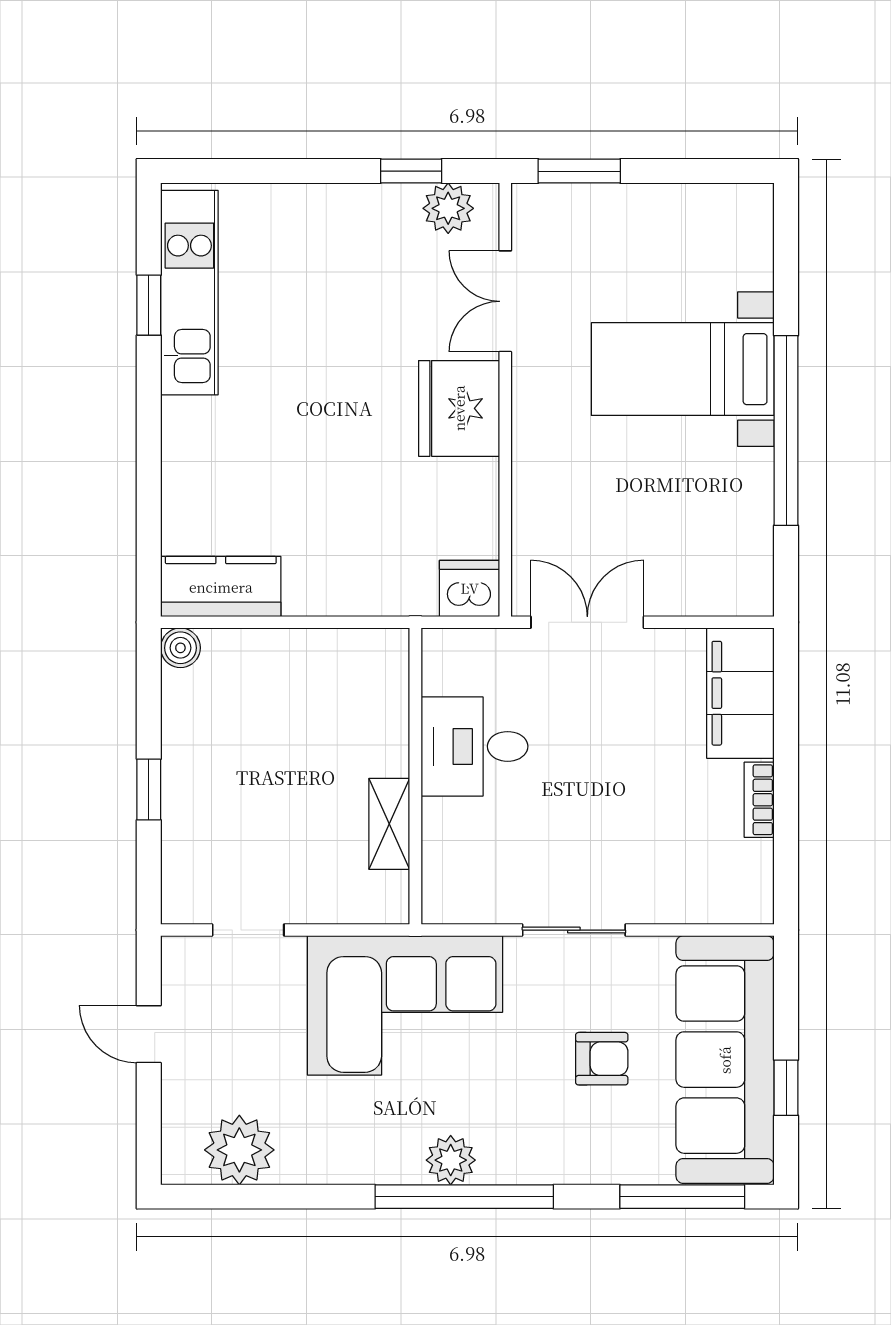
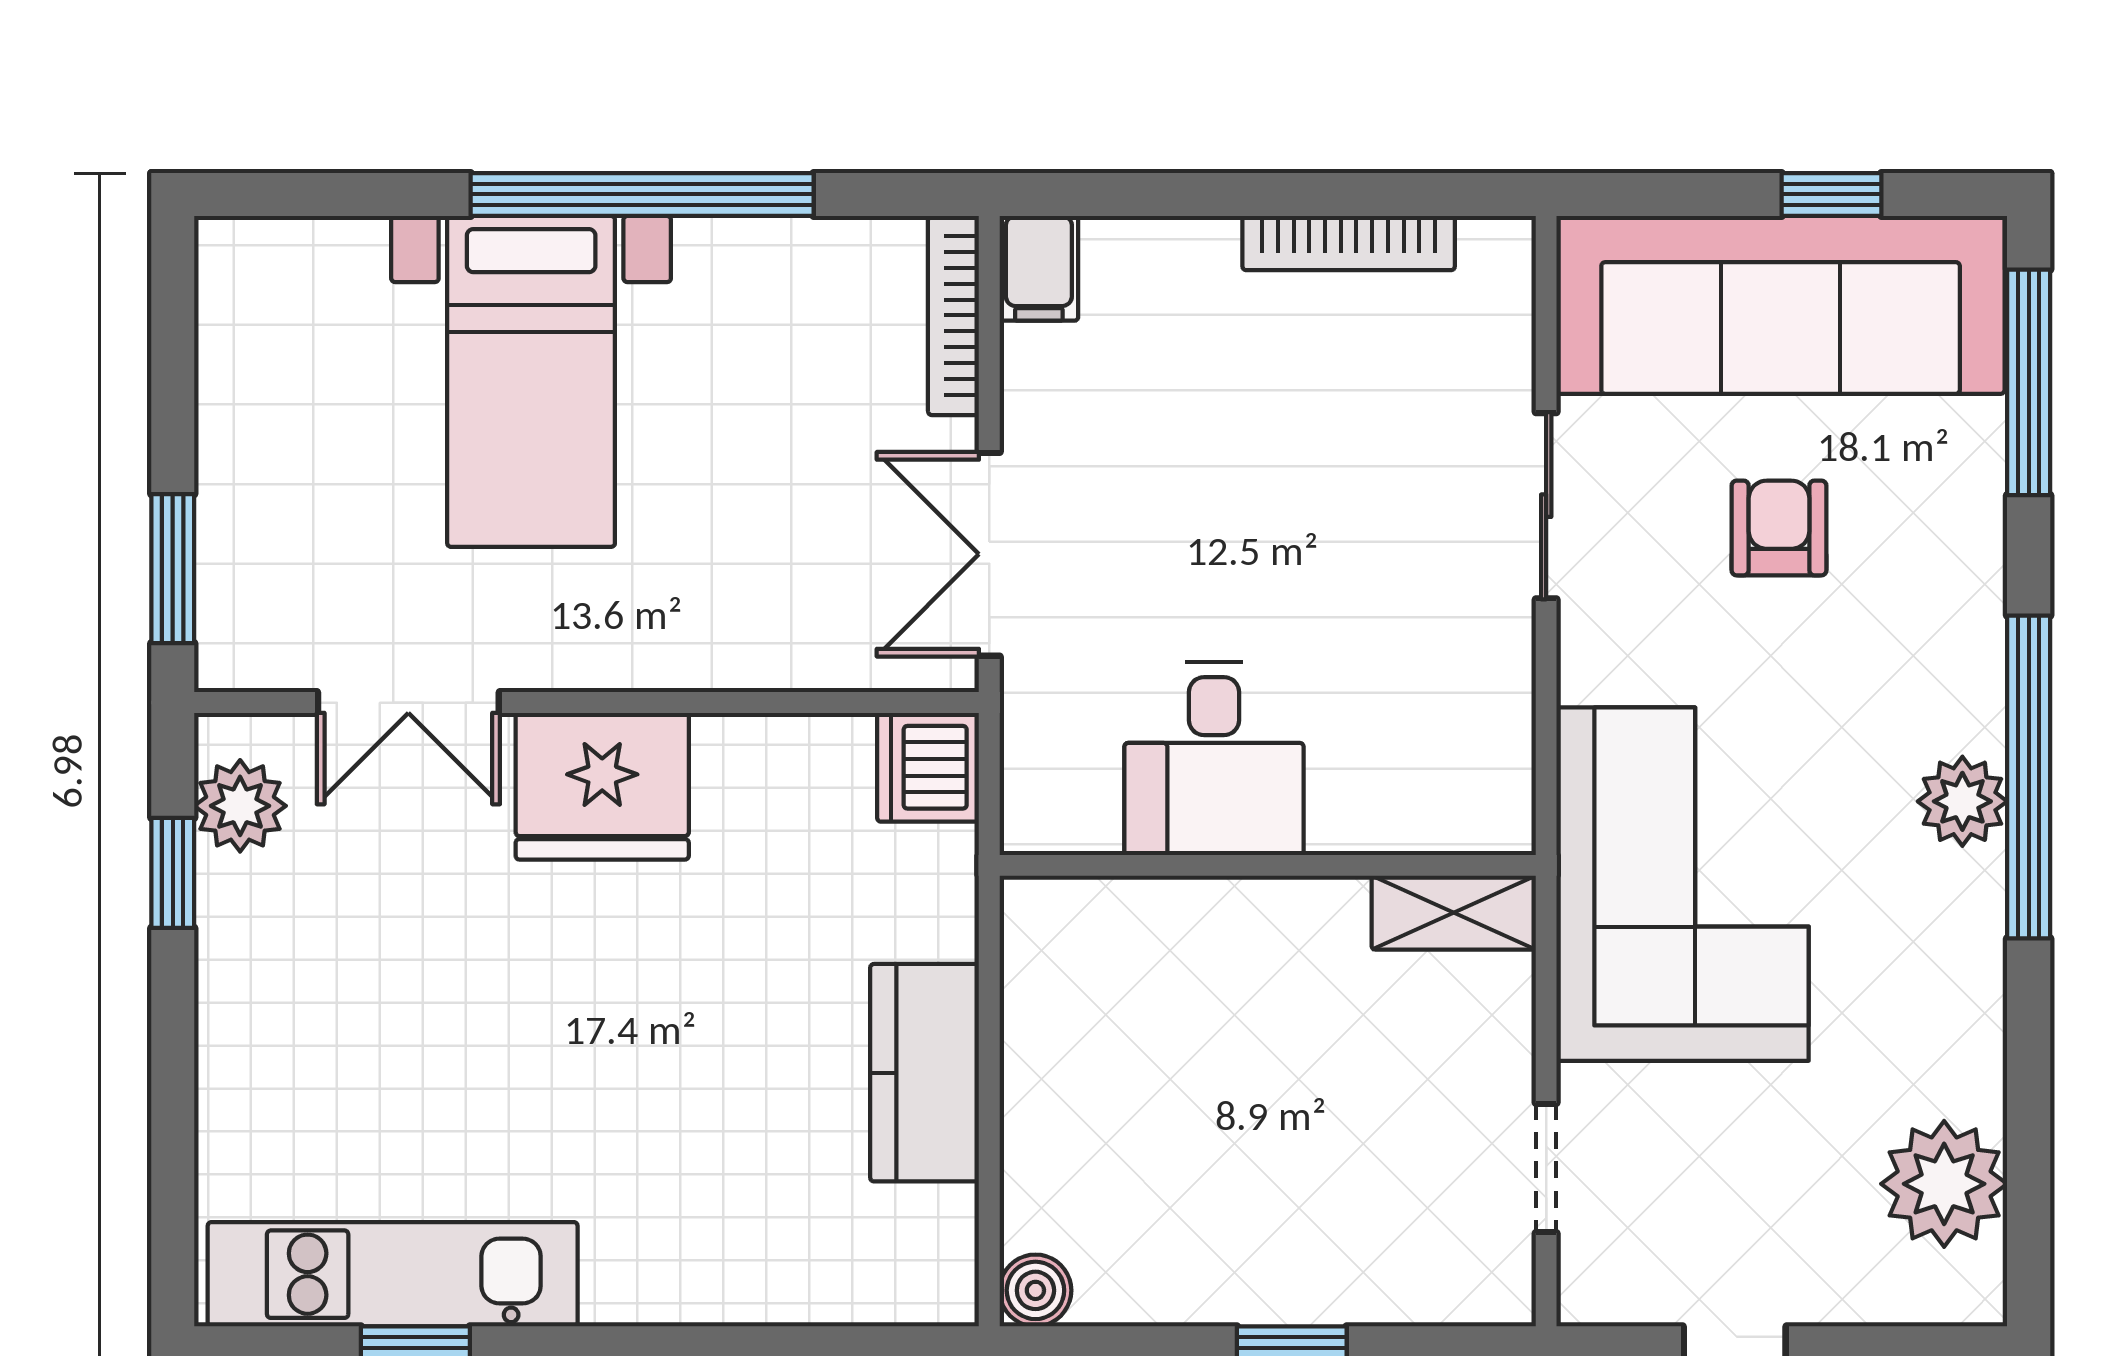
kitchen counter: (221, 587) -> (925, 1073), moved
bookcase: (719, 603) -> (953, 315), added
filing cabinet: (740, 693) -> (1039, 268), width x0.33, depth x0.86
bookcase: (759, 800) -> (1349, 243), width x1.56
shelving: (389, 824) -> (1454, 913), moved
sliding door: (574, 930) -> (1546, 506), moved

